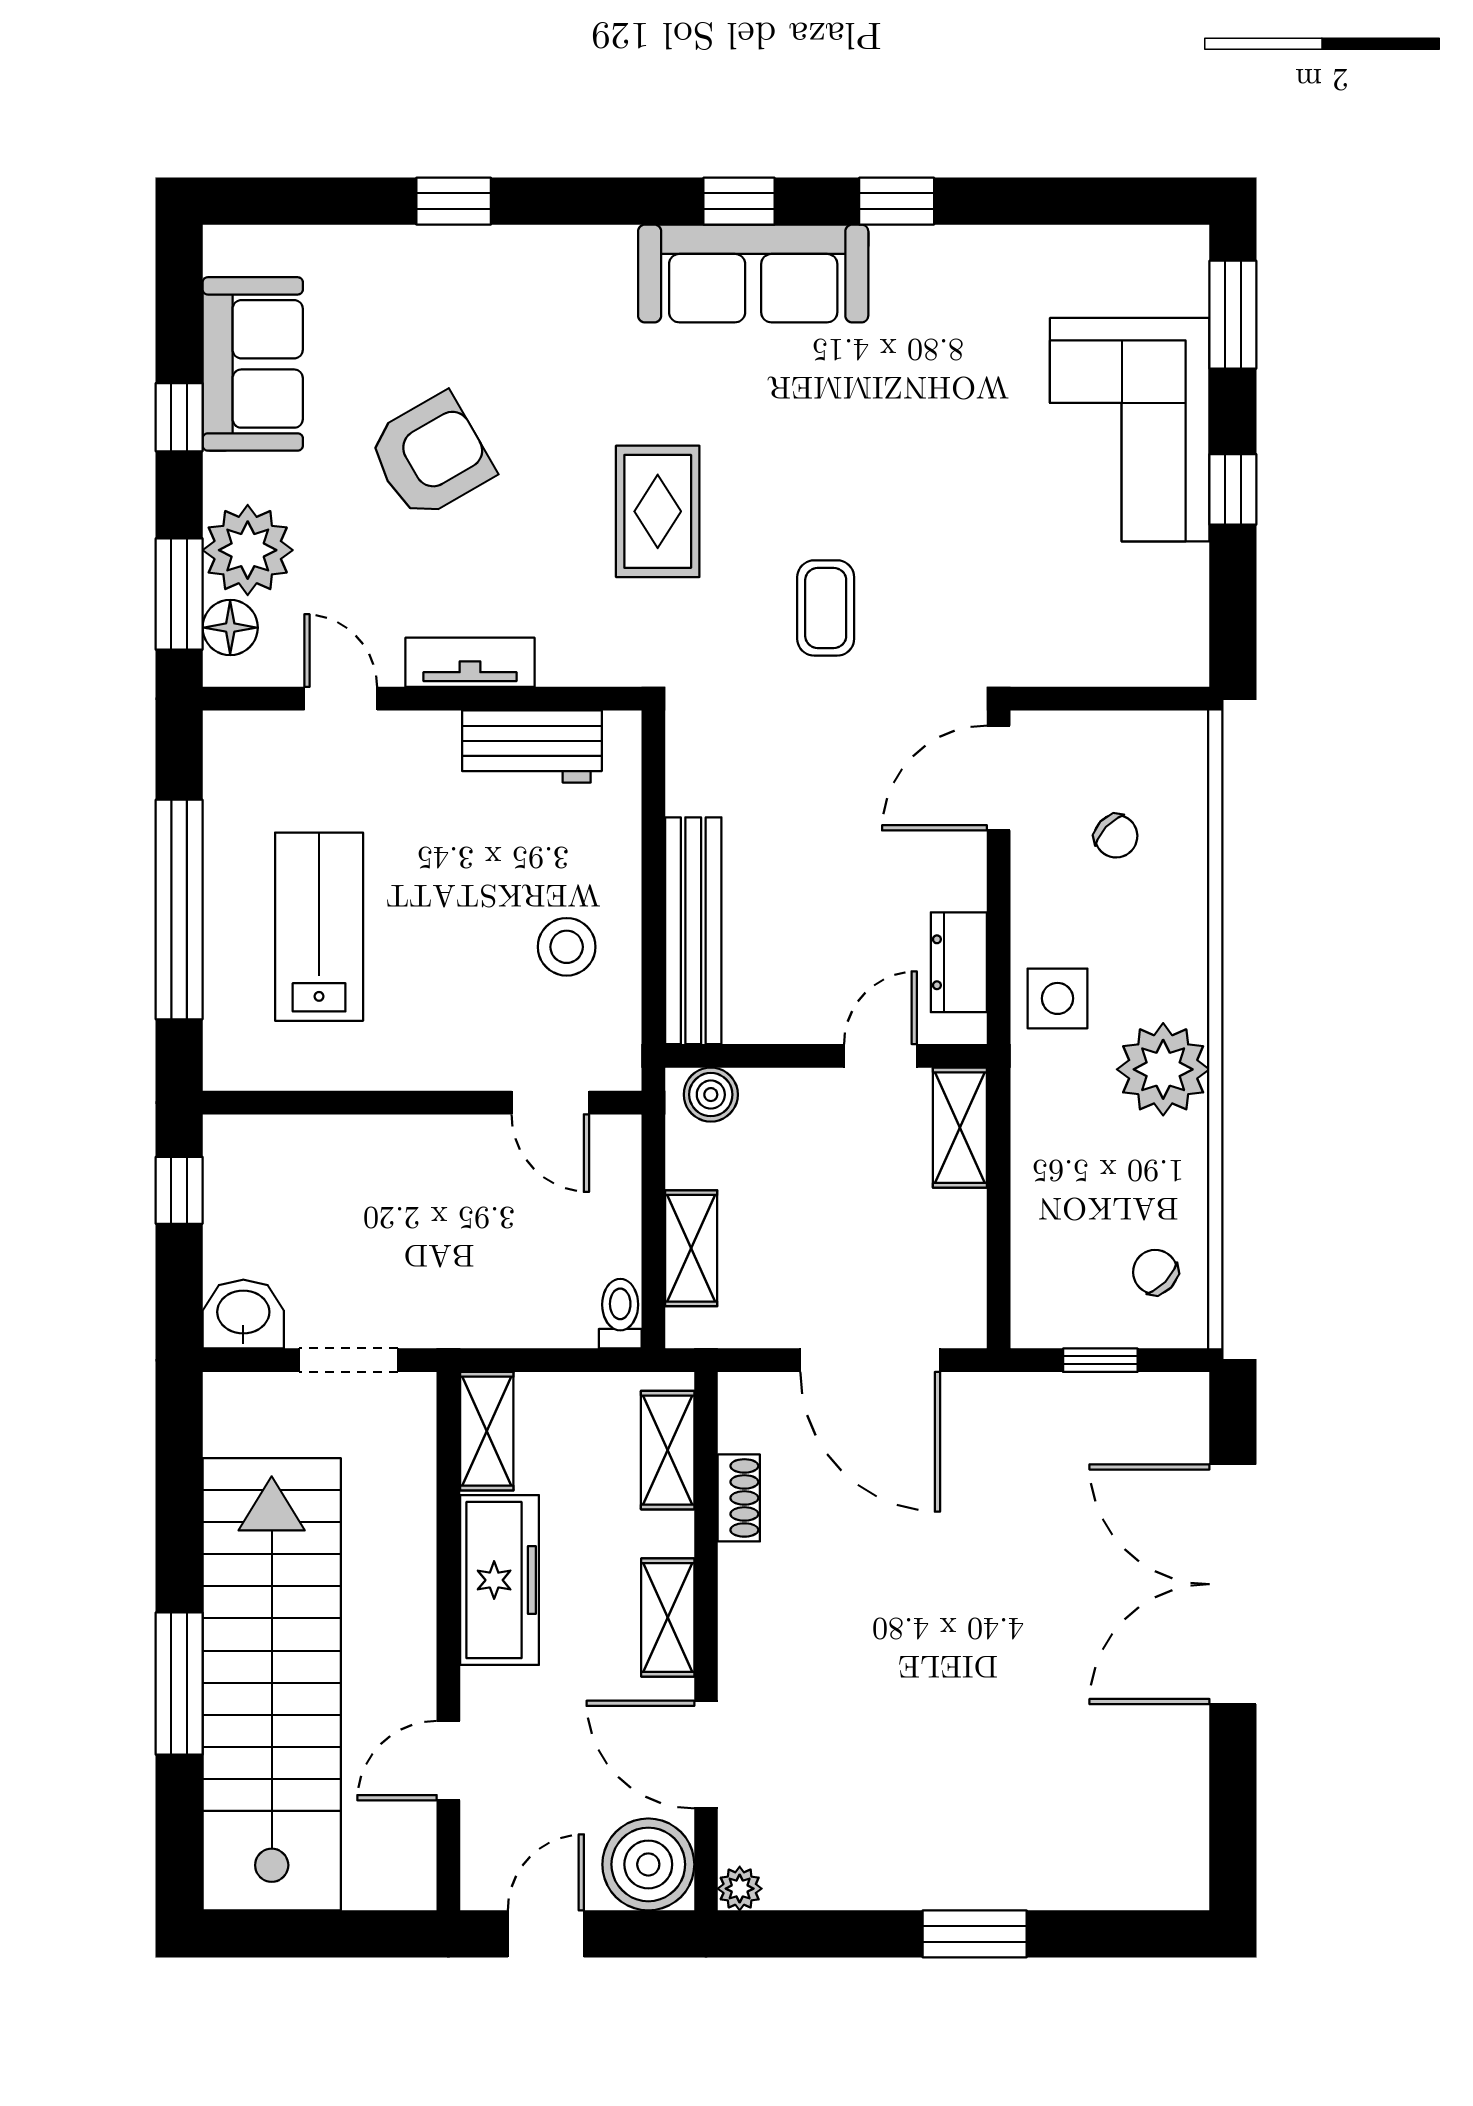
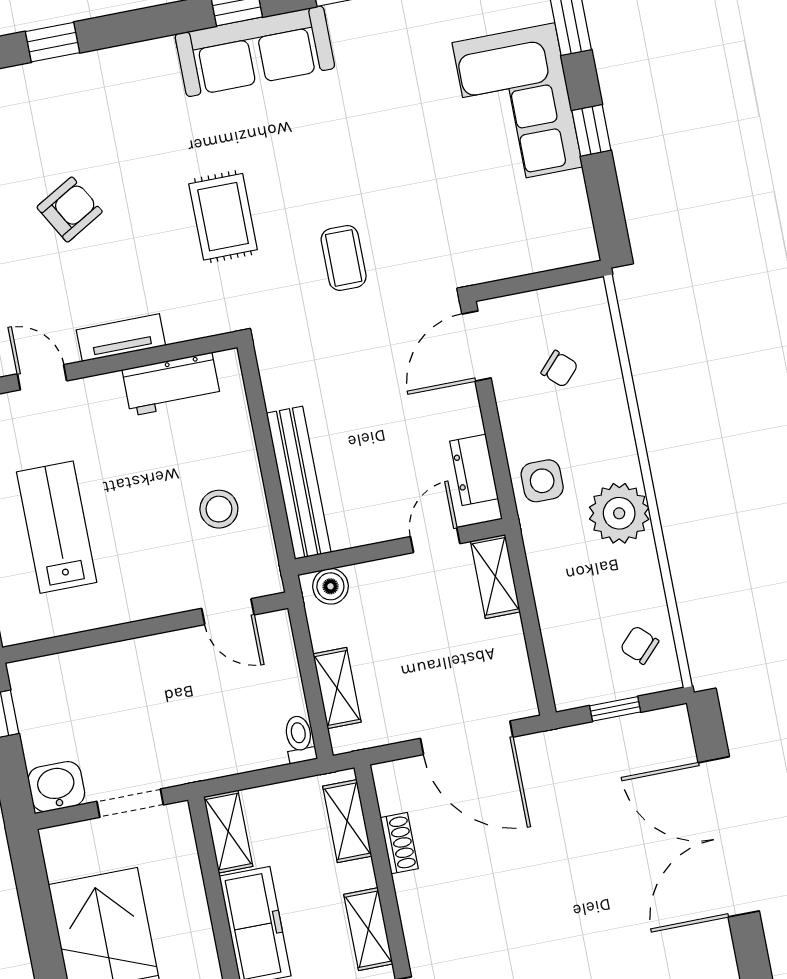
armchair: (431, 456) -> (70, 209), width x0.72, depth x0.72

